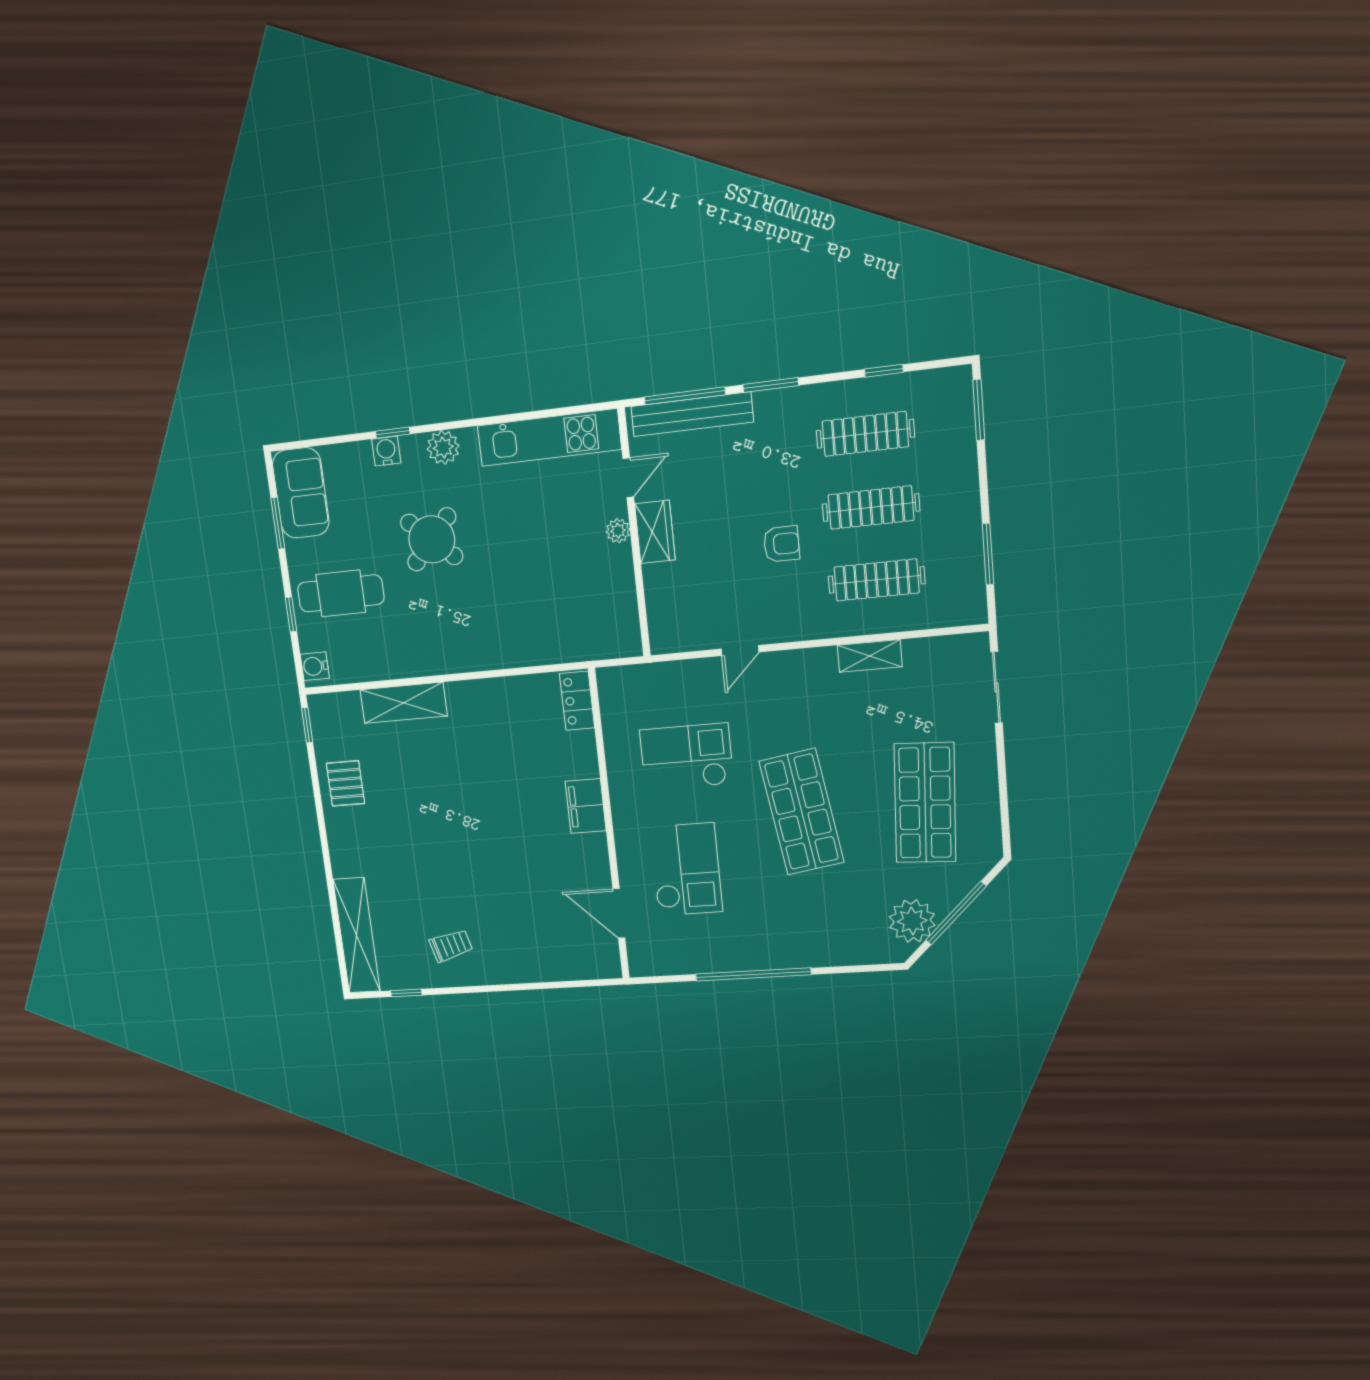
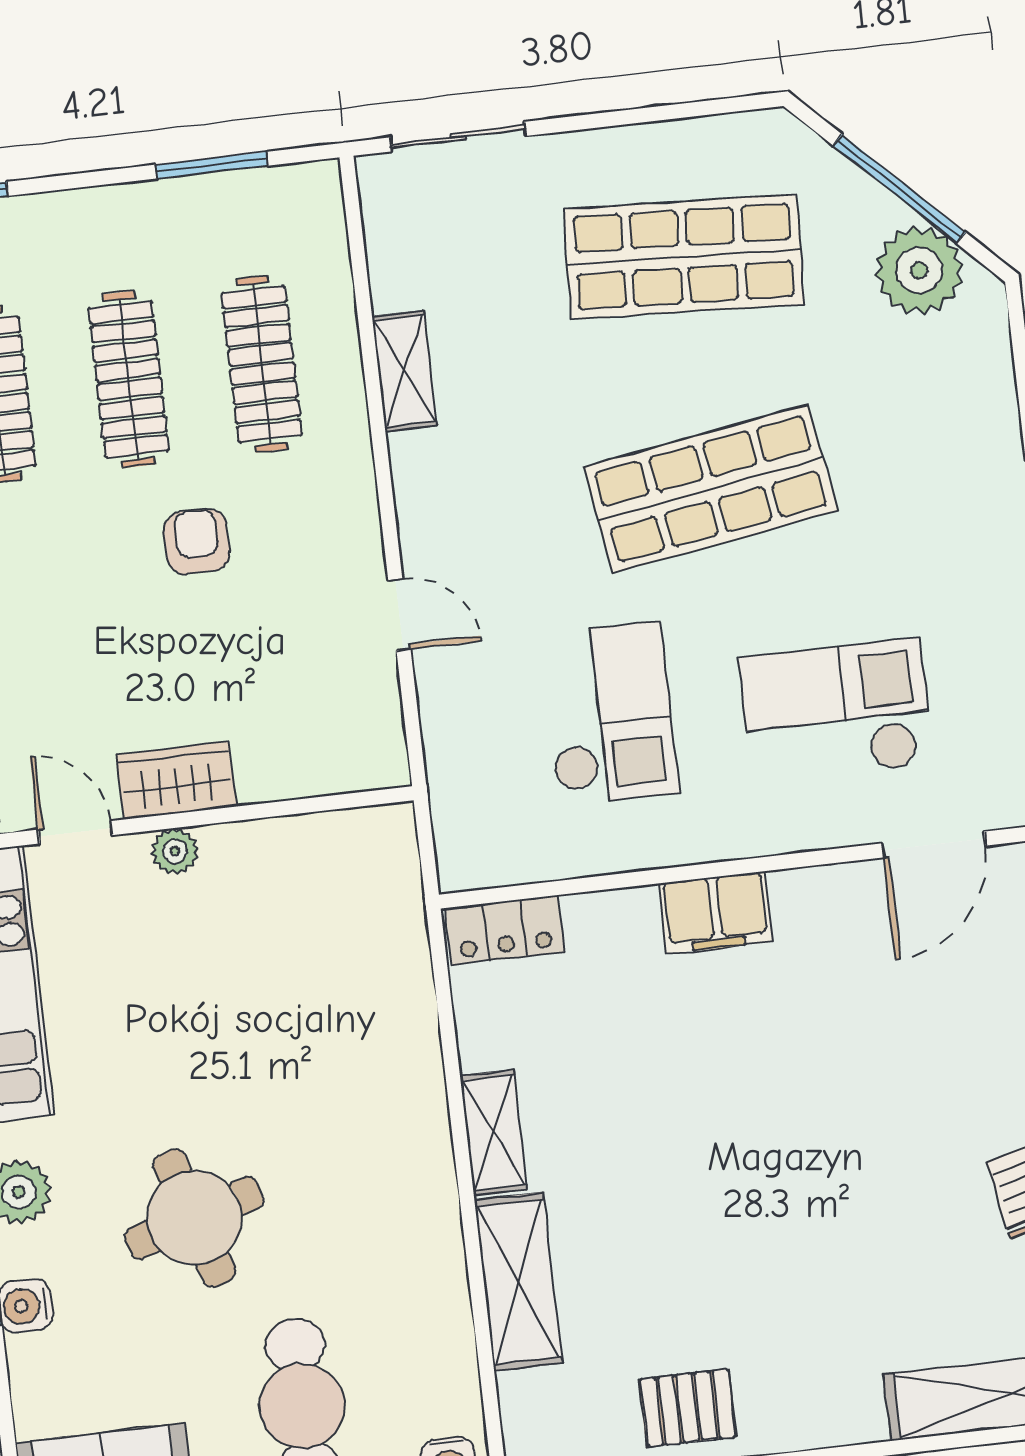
round table: (432, 539) -> (194, 1218), turned 31
shelving: (476, 692) -> (494, 1133), added
checkout: (687, 757) -> (609, 714), turned 180

